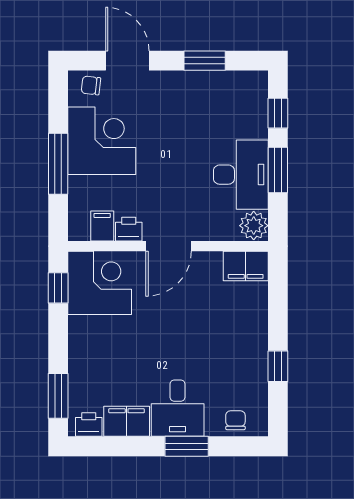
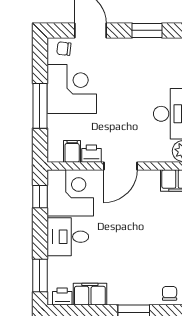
desk: (178, 408) -> (68, 237), moved, turned 90

